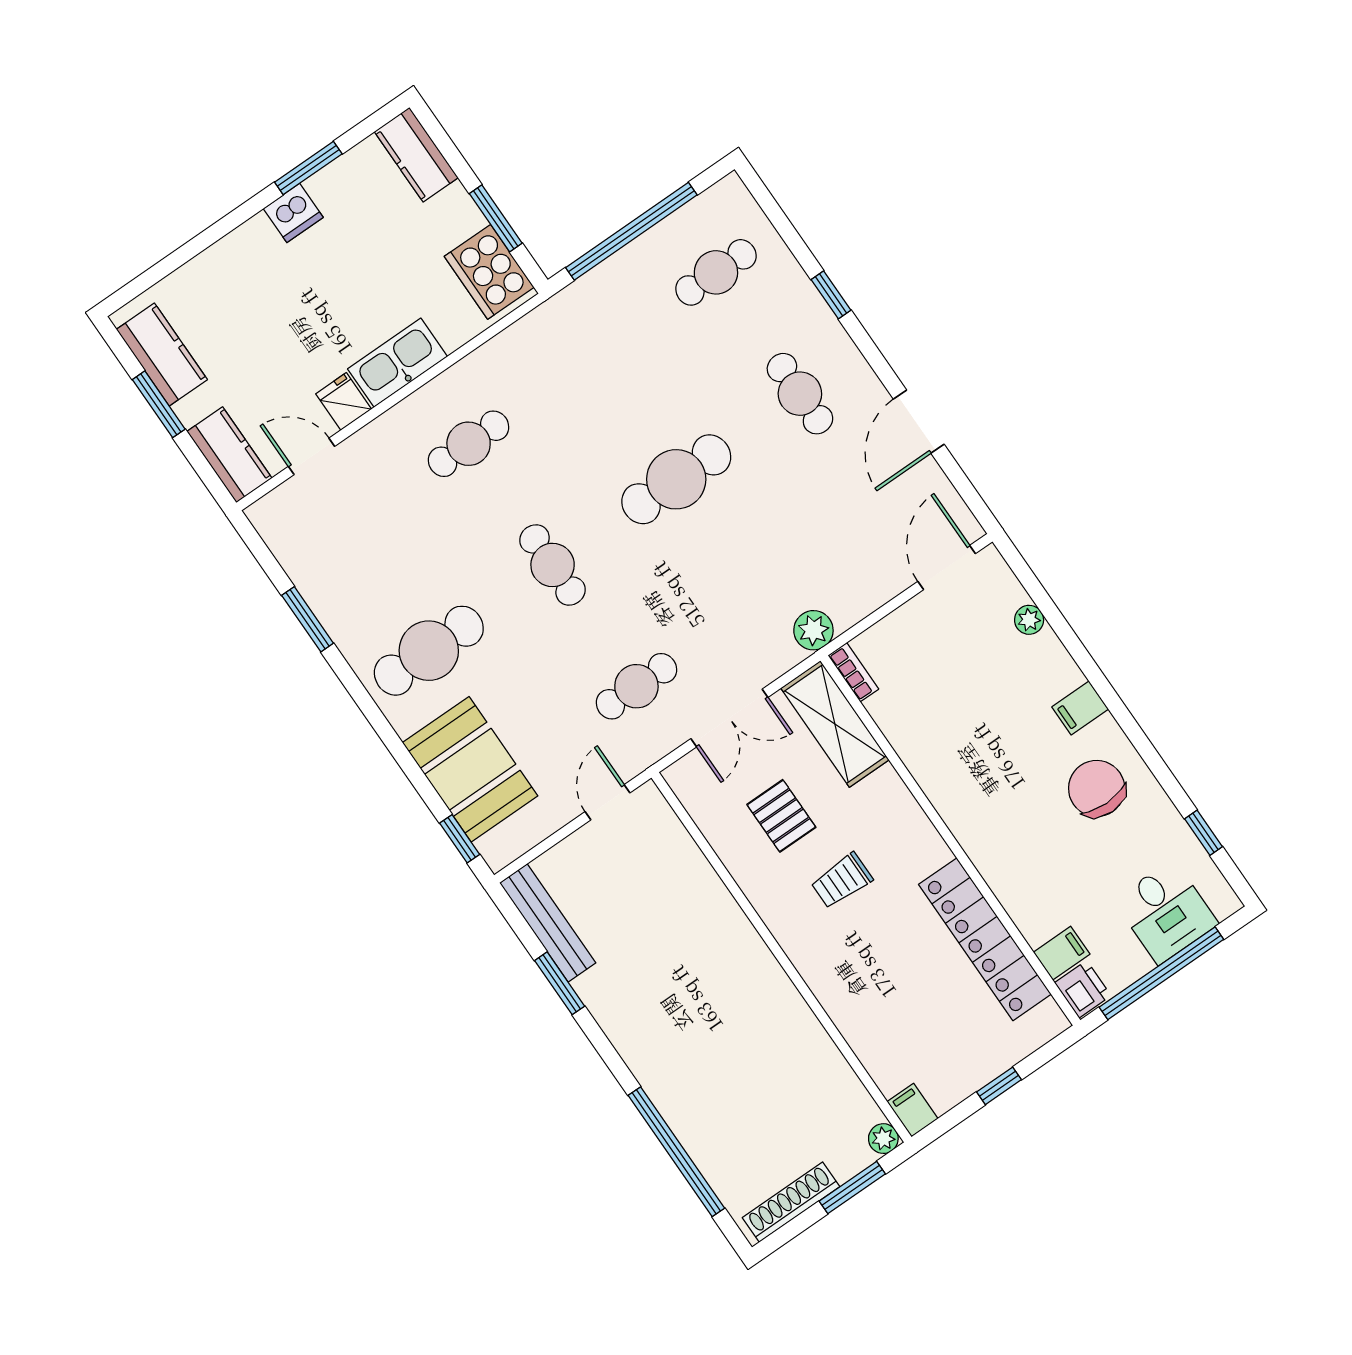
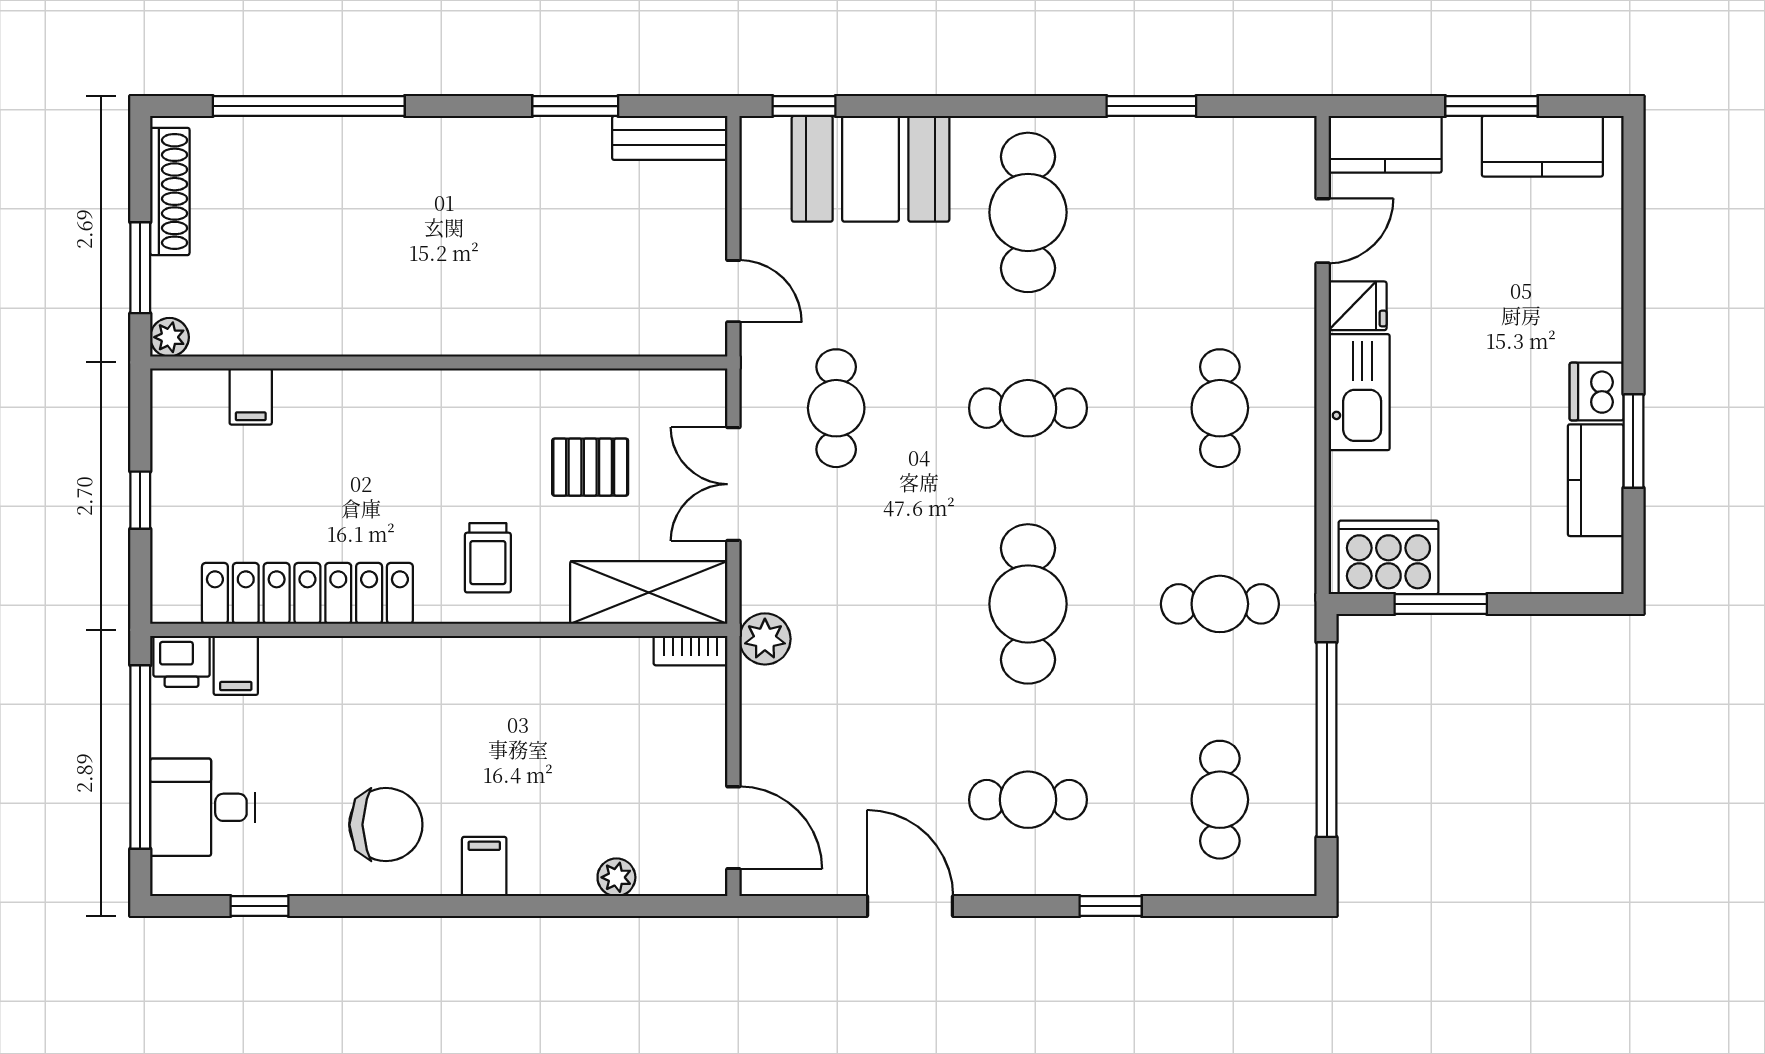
kitchen counter: (416, 155) -> (1596, 480), moved, turned -90
cafe table: (592, 358) -> (1220, 604), added
trolley: (842, 881) -> (488, 558), moved, turned 180
bench: (548, 923) -> (670, 138), width x0.73
filing cabinet: (913, 1110) -> (251, 397), moved, turned 90

